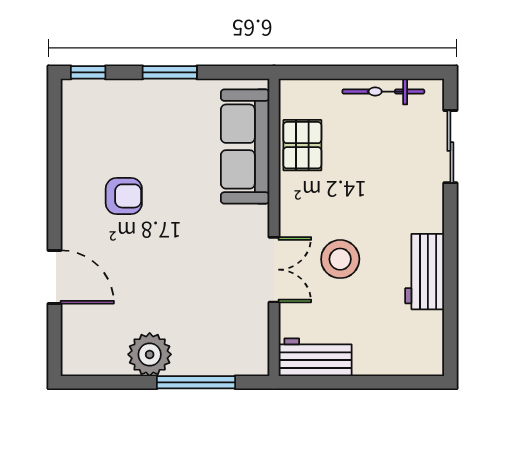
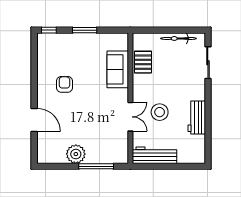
sofa: (245, 147) -> (118, 69), width x0.73
armchair: (124, 196) -> (64, 84), turned -90
workbench: (315, 357) -> (155, 155), width x1.38

